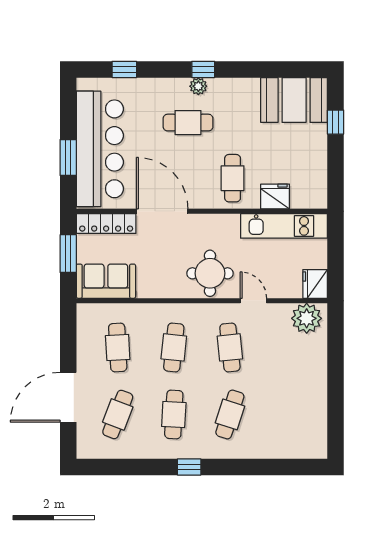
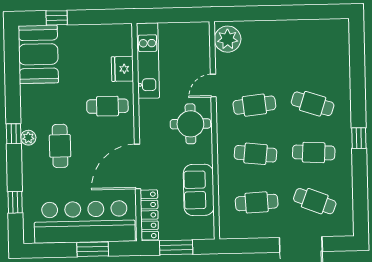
sofa: (106, 281) -> (199, 190), moved
fridge: (315, 284) -> (198, 32), removed

